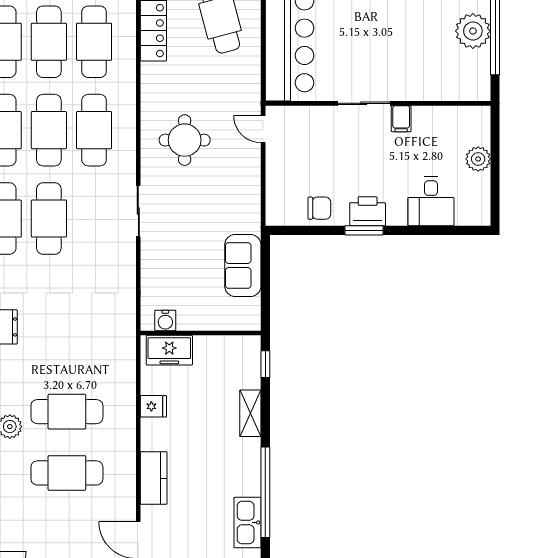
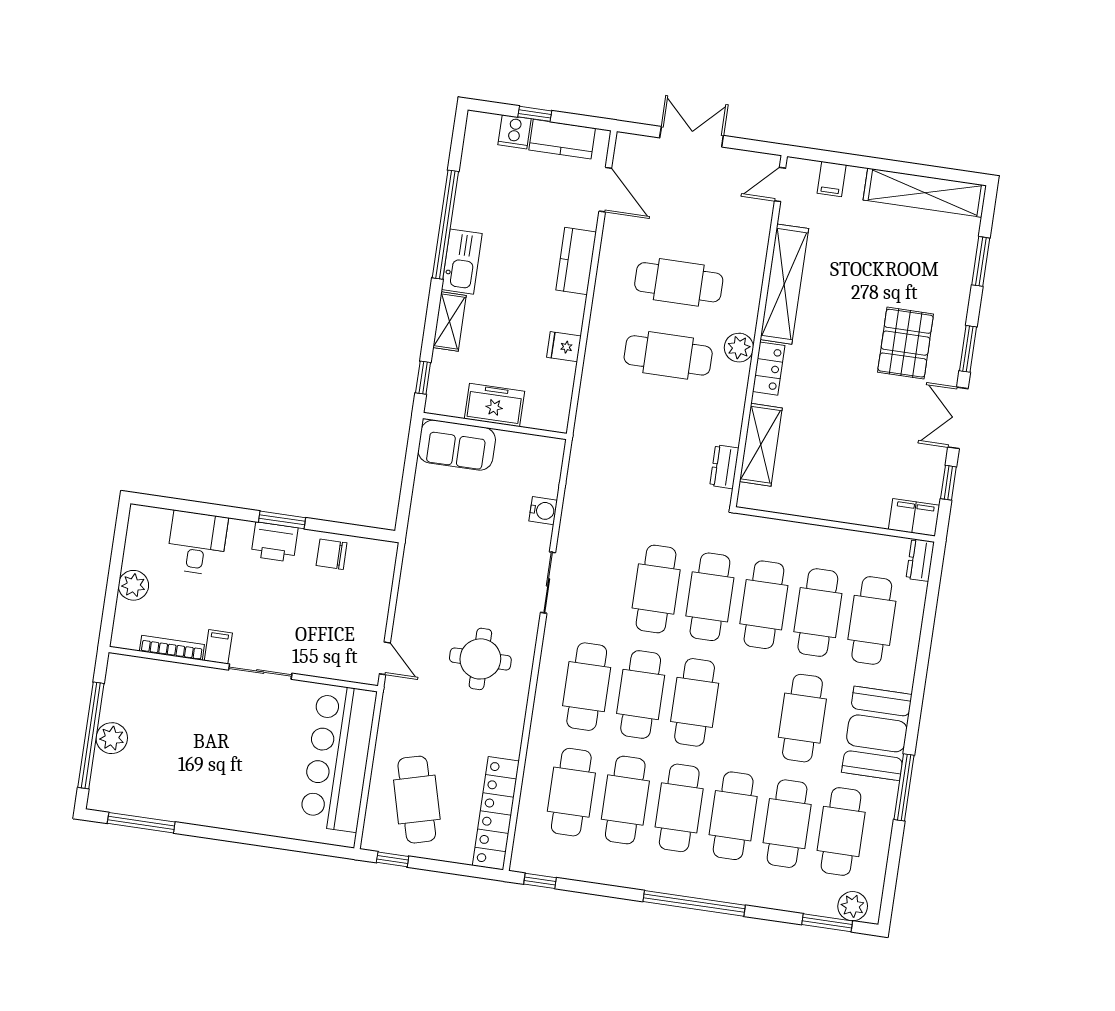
plant: (473, 31) -> (112, 738), width x0.73, depth x0.73
bookcase: (439, 112) -> (172, 648), added
sofa: (243, 266) -> (457, 445), moved, turned 90
water cooler: (165, 320) -> (543, 511), moved, turned 90
freezer: (169, 350) -> (495, 405), moved
kitchen sink: (247, 523) -> (462, 262), moved

